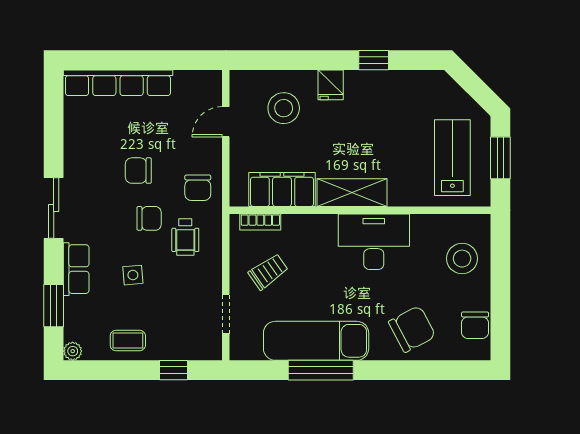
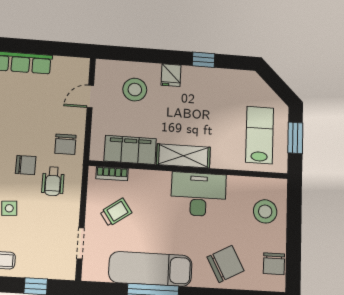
chair: (138, 171) -> (20, 128), removed

